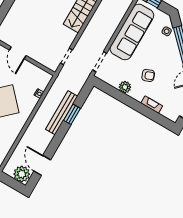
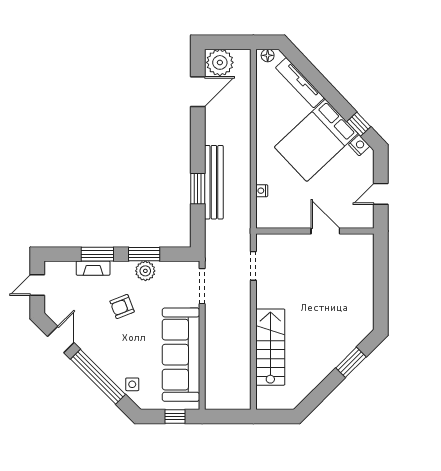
window: (120, 96) -> (144, 254), added
window: (145, 111) -> (97, 254), added
door: (42, 165) -> (198, 92), hinge flipped

